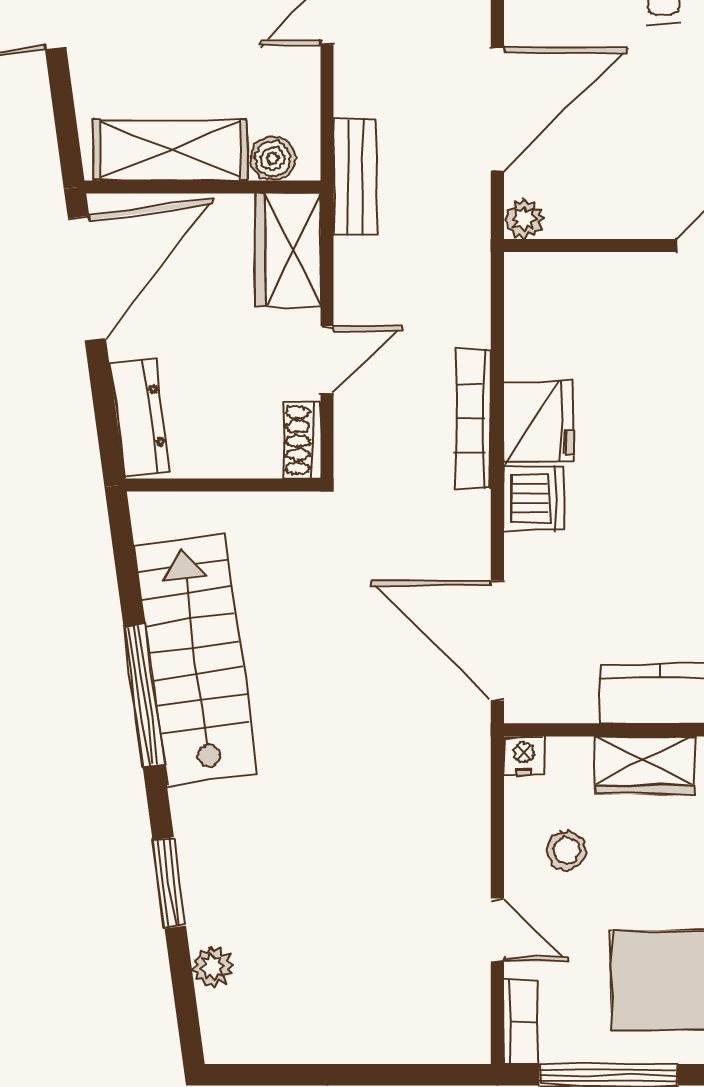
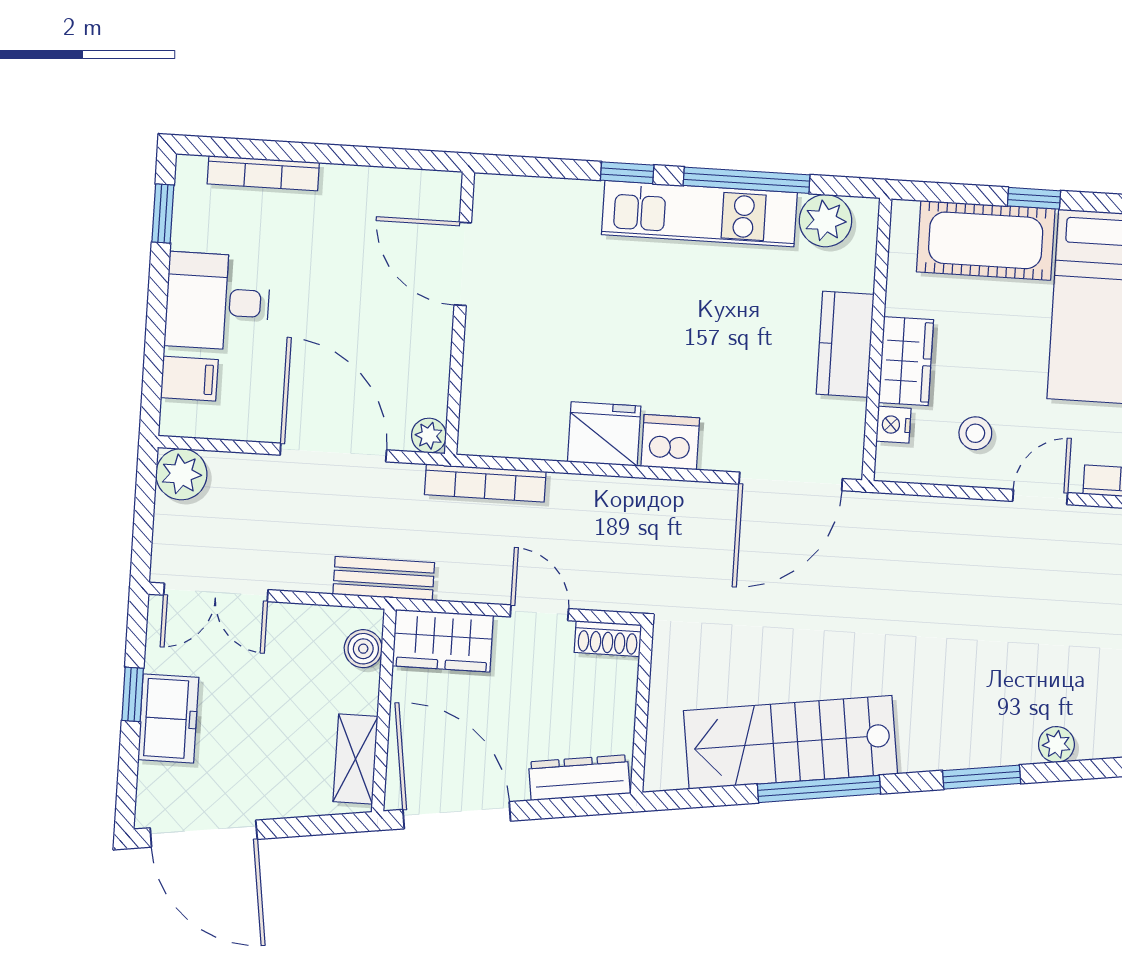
shelving: (170, 150) -> (355, 759), width x0.67, depth x0.75
bookcase: (473, 419) -> (485, 483), moved
nightstand: (524, 755) -> (894, 425), moved

